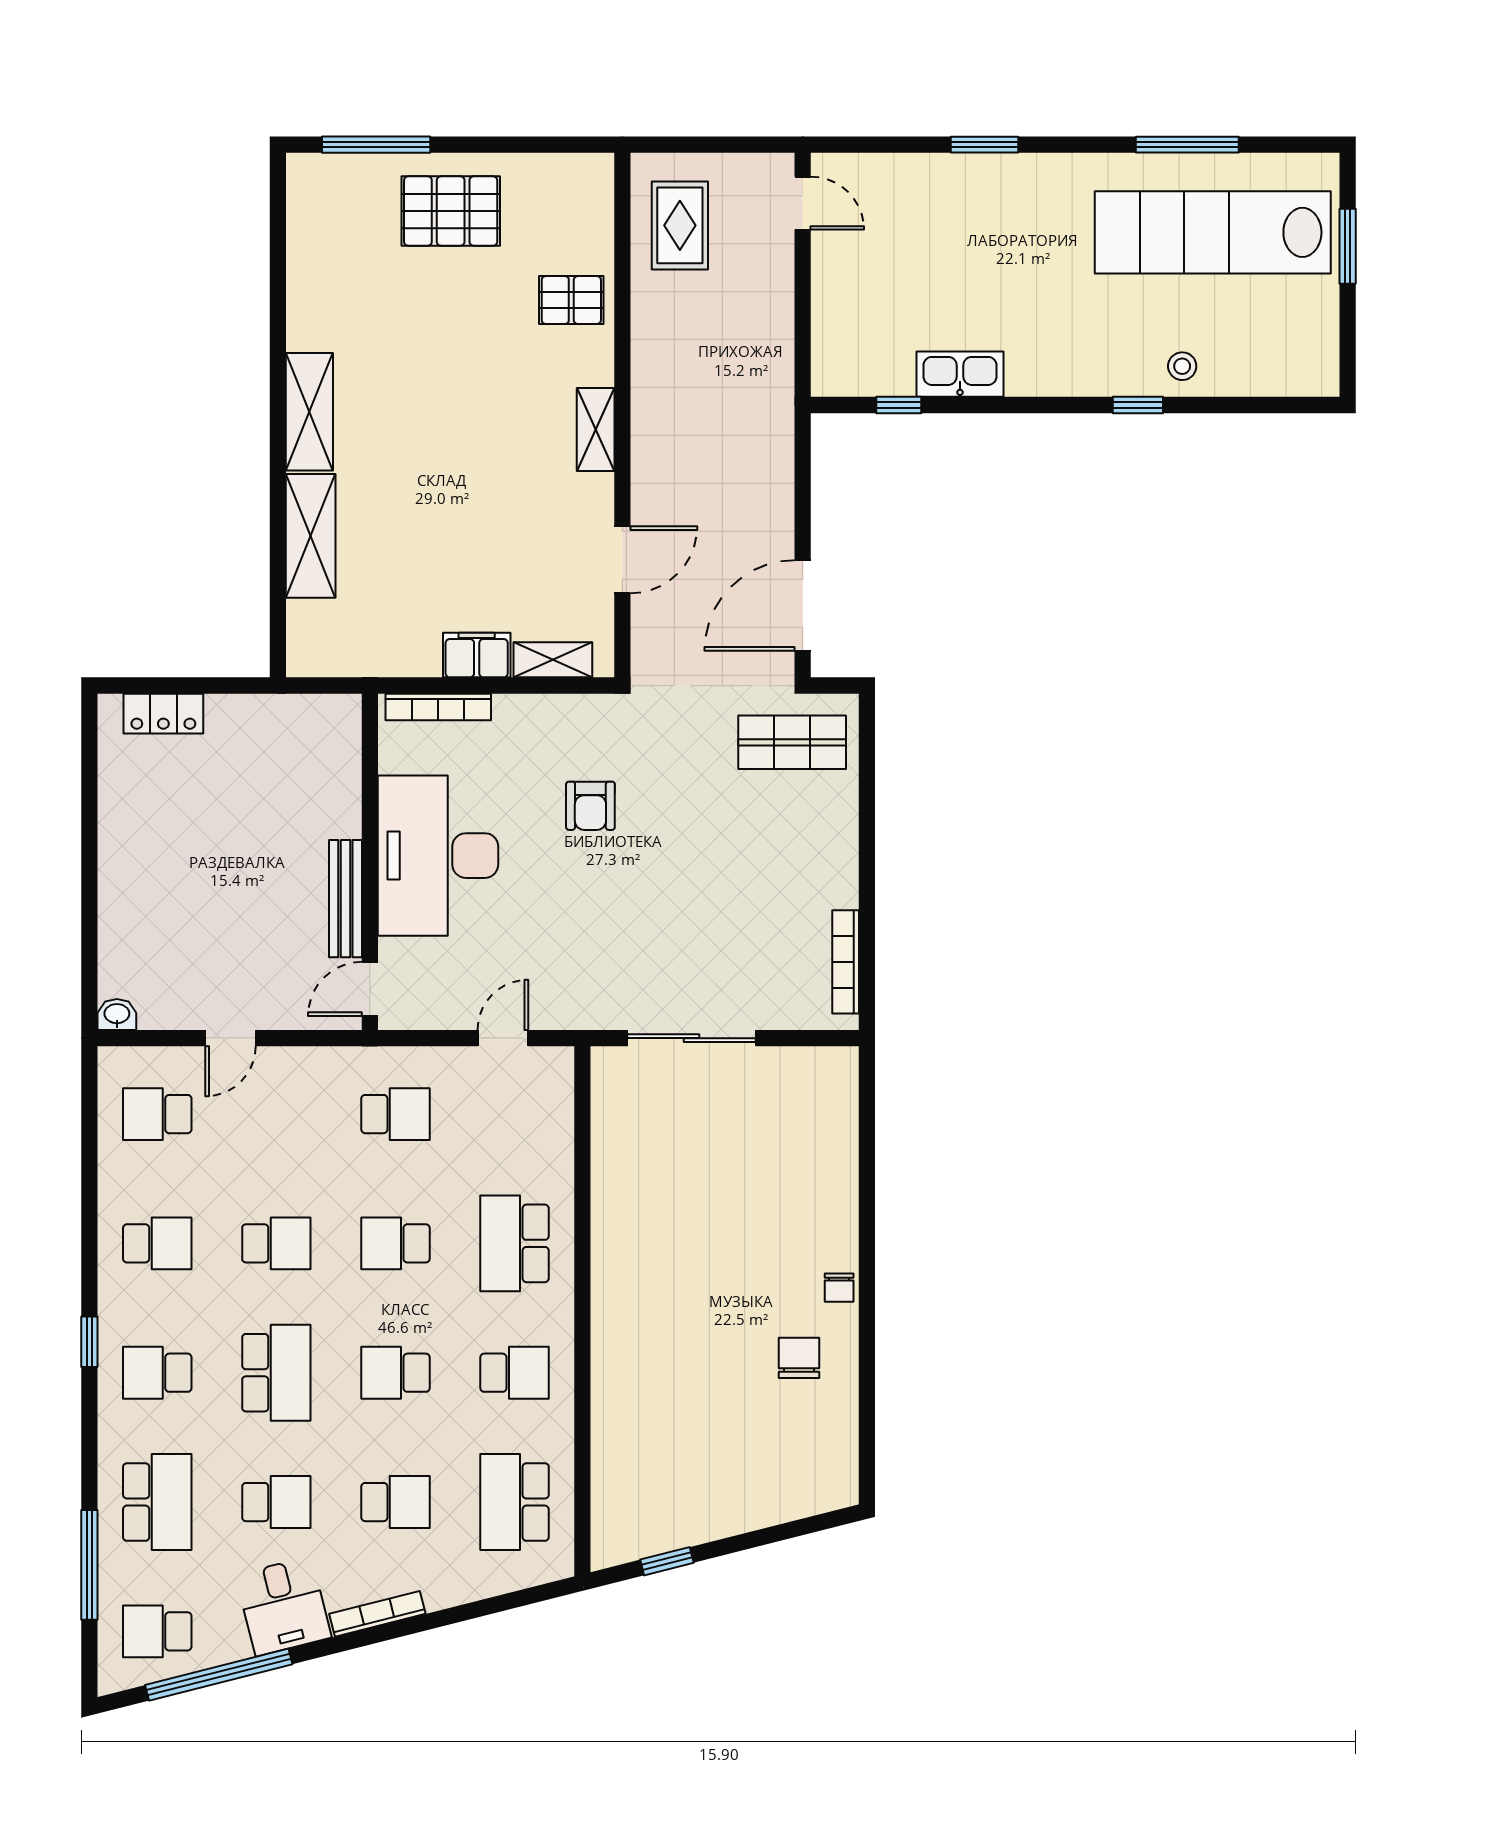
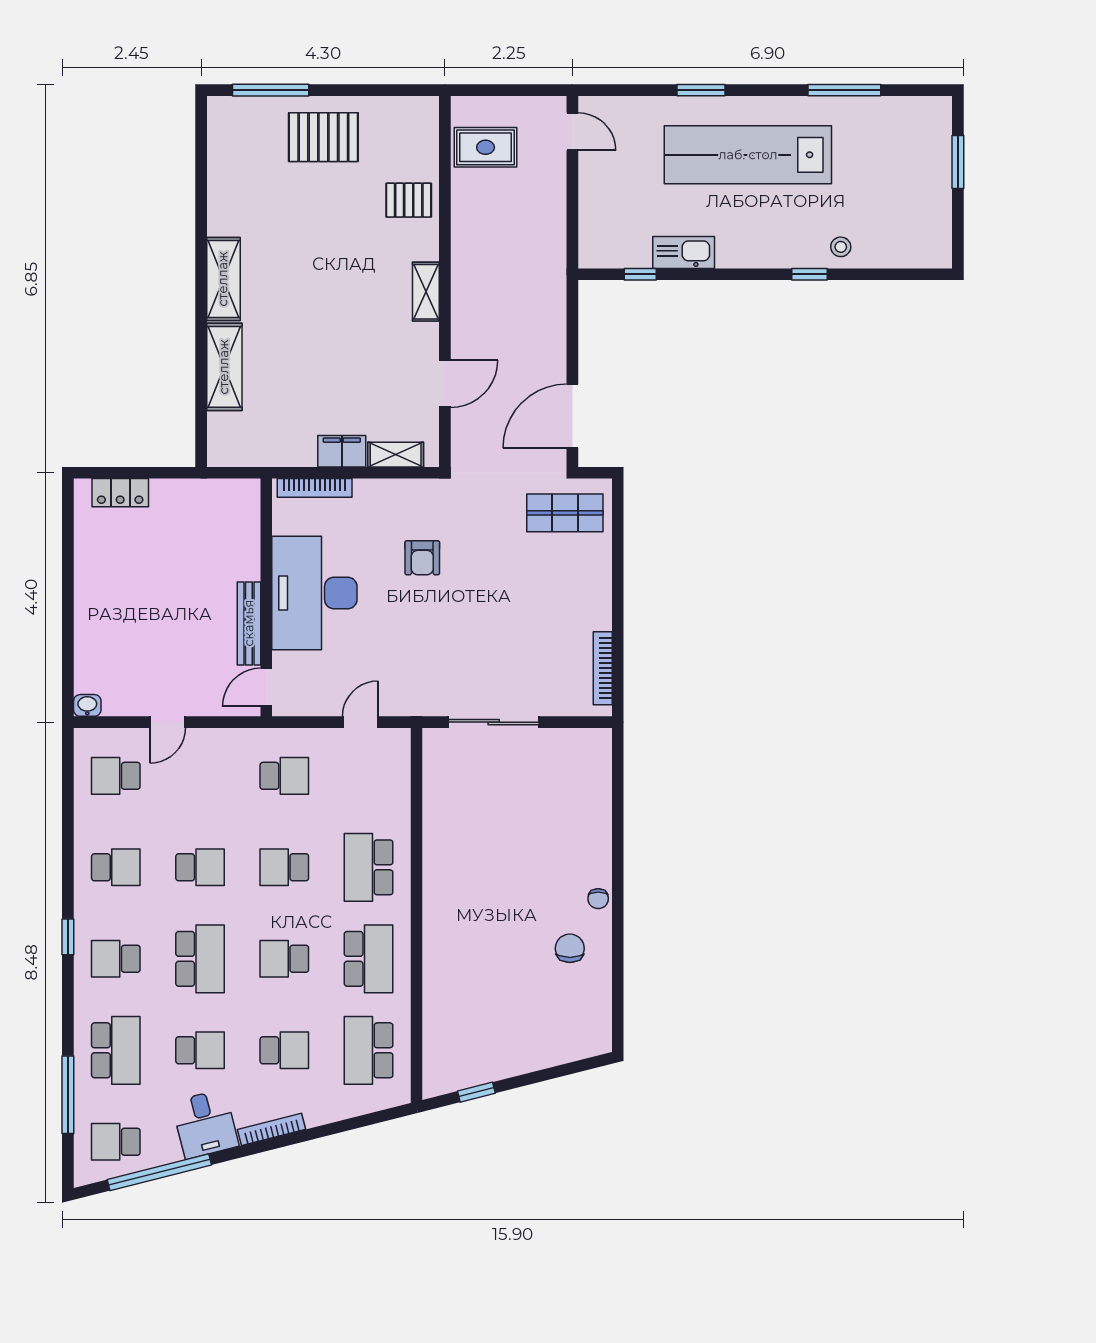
rug: (680, 225) -> (486, 147), turned 90
lab bench: (1213, 232) -> (748, 155), moved
school desk: (515, 1373) -> (369, 959), width x1.85

